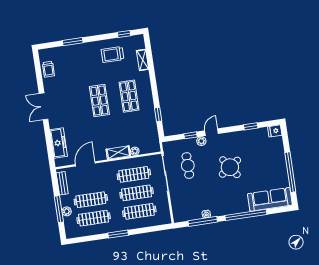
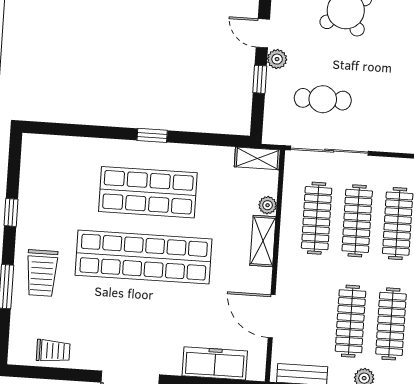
window: (124, 34) -> (11, 212), moved
trolley: (113, 55) -> (42, 273), moved
shelving: (143, 60) -> (257, 158), moved
shop shelf: (129, 96) -> (148, 192), width x1.43, depth x1.36
shop shelf: (99, 101) -> (144, 257), width x2.00, depth x1.36
window: (158, 115) -> (152, 135), moved

